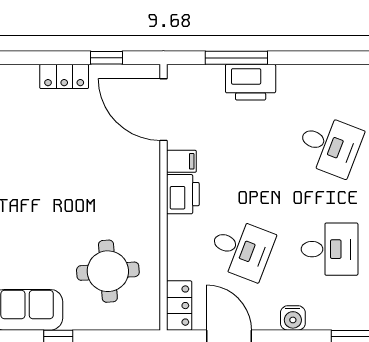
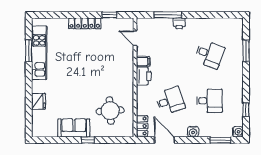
locker: (64, 76) -> (85, 23), width x1.53
printer: (251, 82) -> (179, 23), width x0.53, depth x0.68
door: (163, 110) -> (135, 38), width x0.53
desk: (241, 249) -> (170, 101), turned -39

